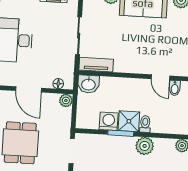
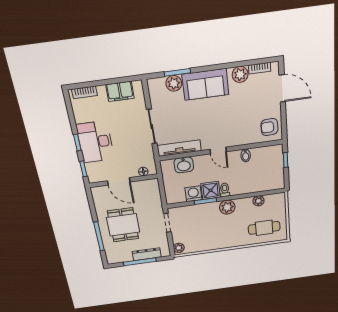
tv unit: (96, 65) -> (179, 148), width x1.41
door: (160, 77) -> (218, 151), moved
washbasin: (88, 84) -> (184, 165), moved
plant: (66, 100) -> (153, 184), removed

